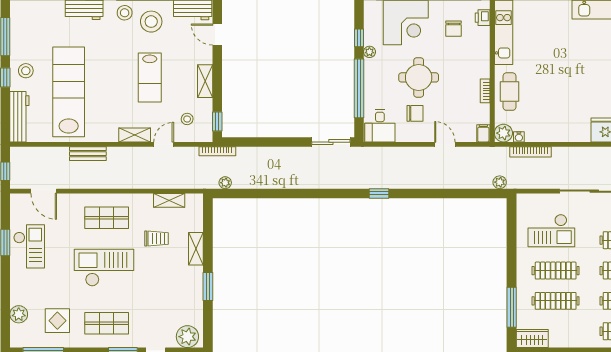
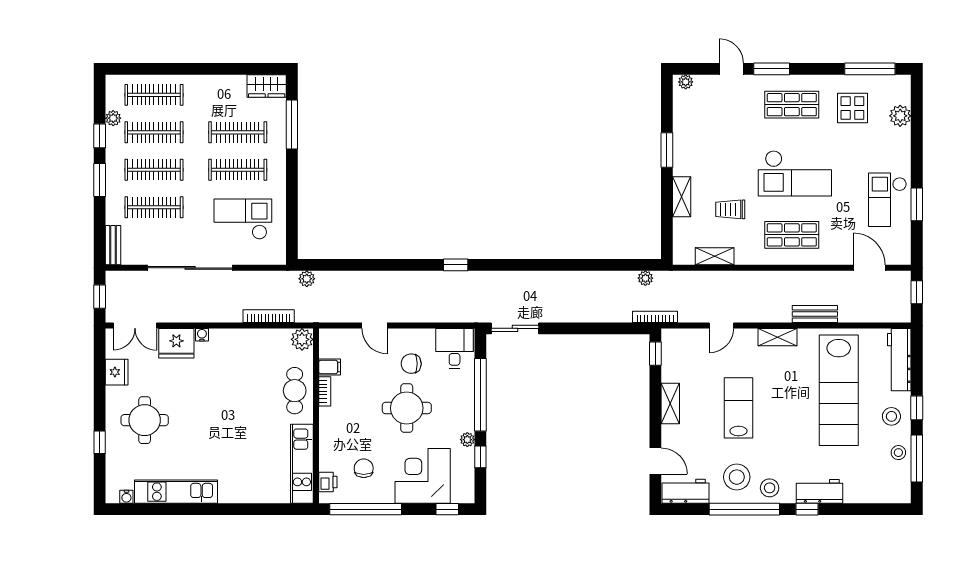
stool: (187, 119) -> (898, 453), moved
filing cabinet: (483, 133) -> (330, 367), moved, turned -90
shelving: (135, 135) -> (777, 337), moved
water cooler: (519, 137) -> (202, 335), moved
plant: (187, 337) -> (686, 82), width x0.53, depth x0.53

